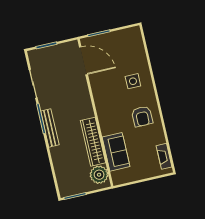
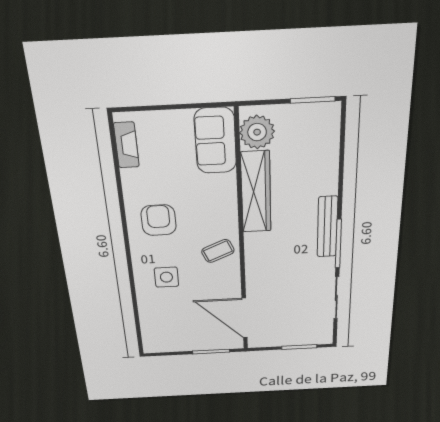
coffee table: (107, 103) -> (218, 251), added
sofa: (116, 152) -> (215, 141), moved

